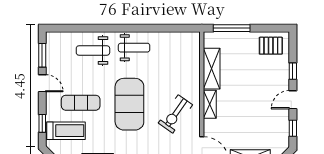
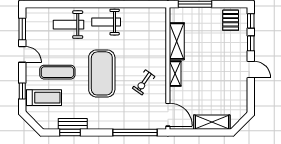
pallet: (271, 46) -> (231, 20), turned 90
weight bench: (134, 48) -> (106, 22), turned 180
door: (293, 100) -> (251, 69), swing flipped
exercise bike: (175, 114) -> (144, 82), width x0.73, depth x0.72
window: (293, 128) -> (251, 21), moved

